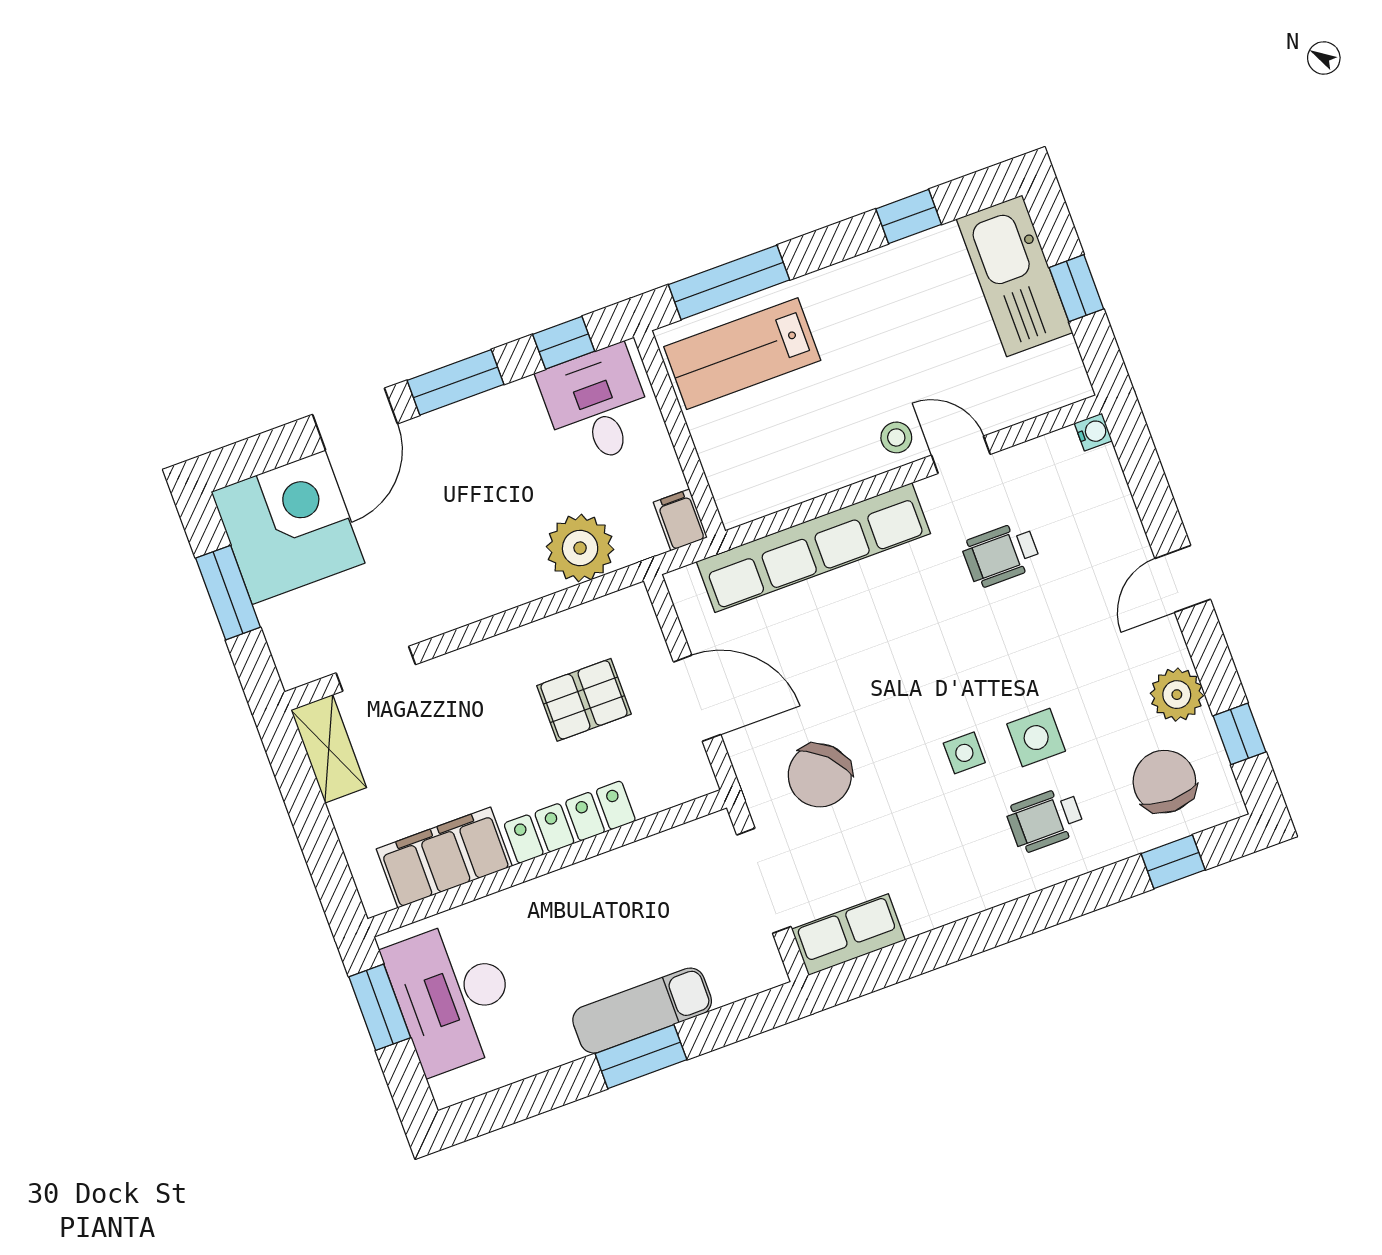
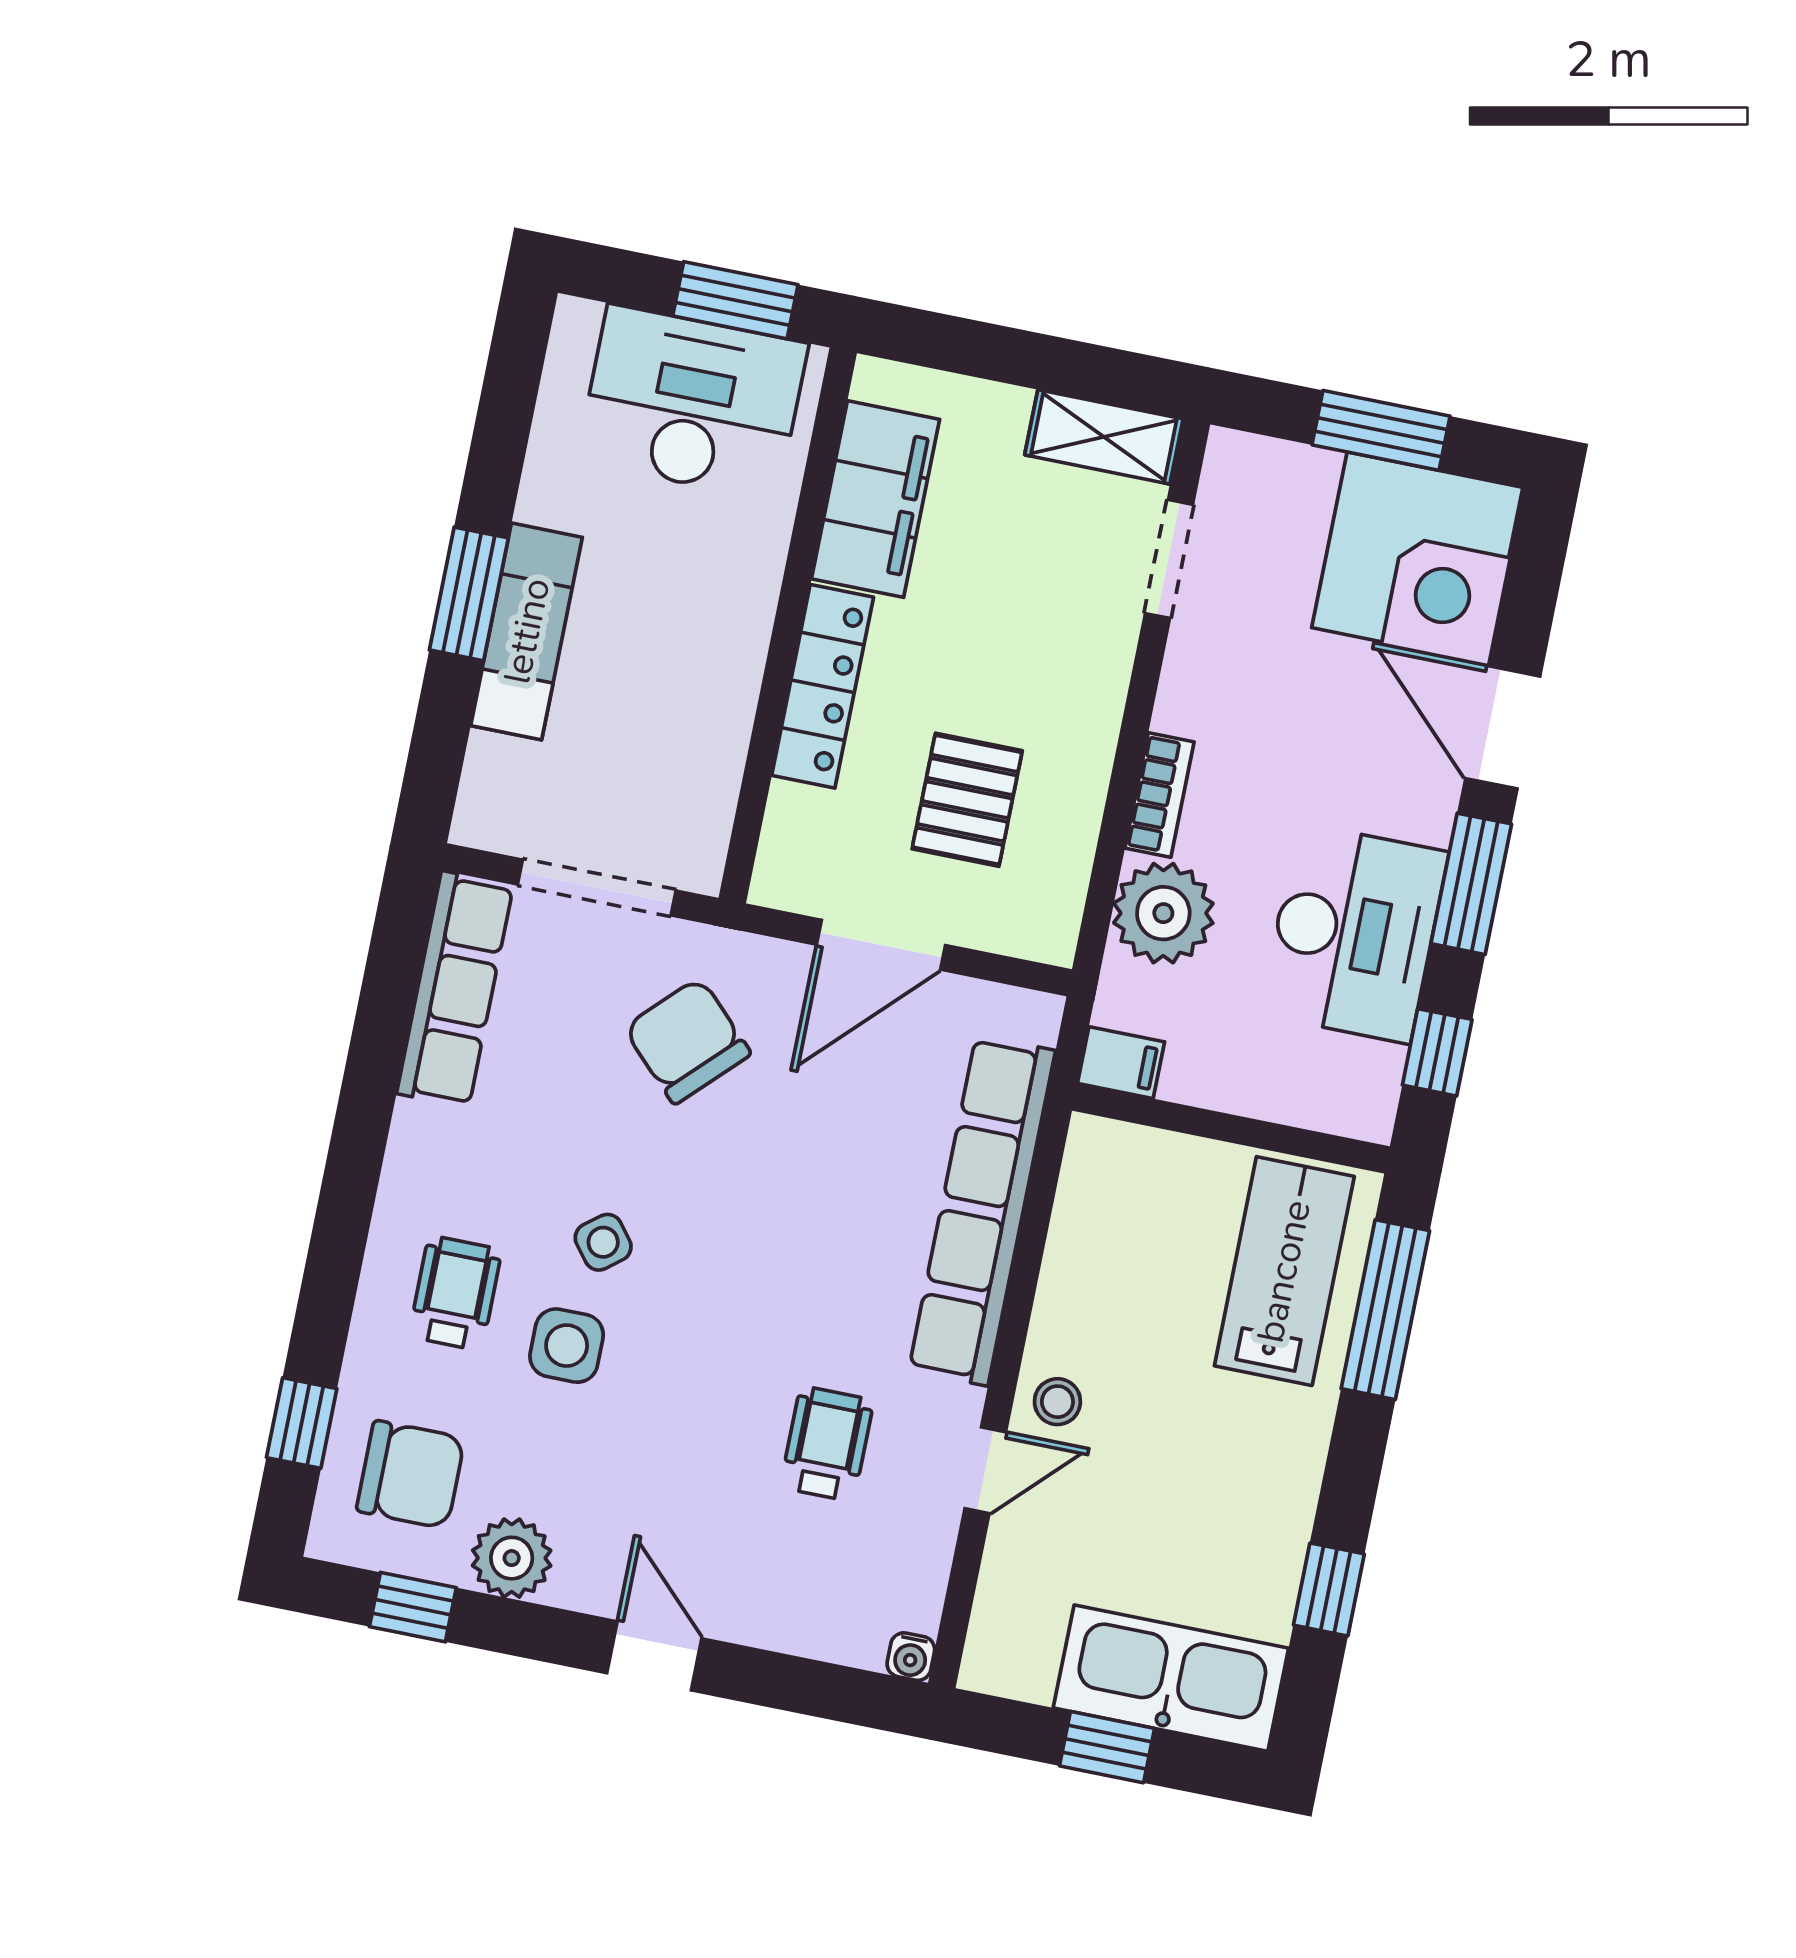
desk: (597, 406) -> (1354, 933), moved, width x1.37
bookcase: (514, 592) -> (1160, 795), added
side table: (964, 753) -> (603, 1242), turned -38
row of seats: (848, 935) -> (455, 989), width x1.48

